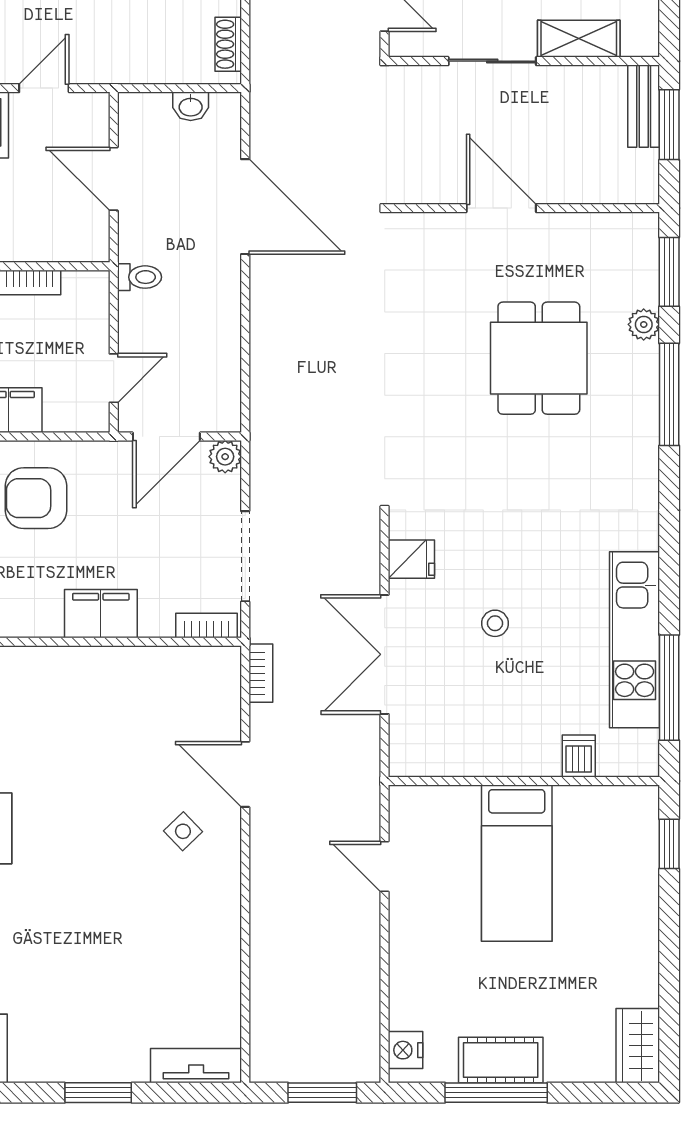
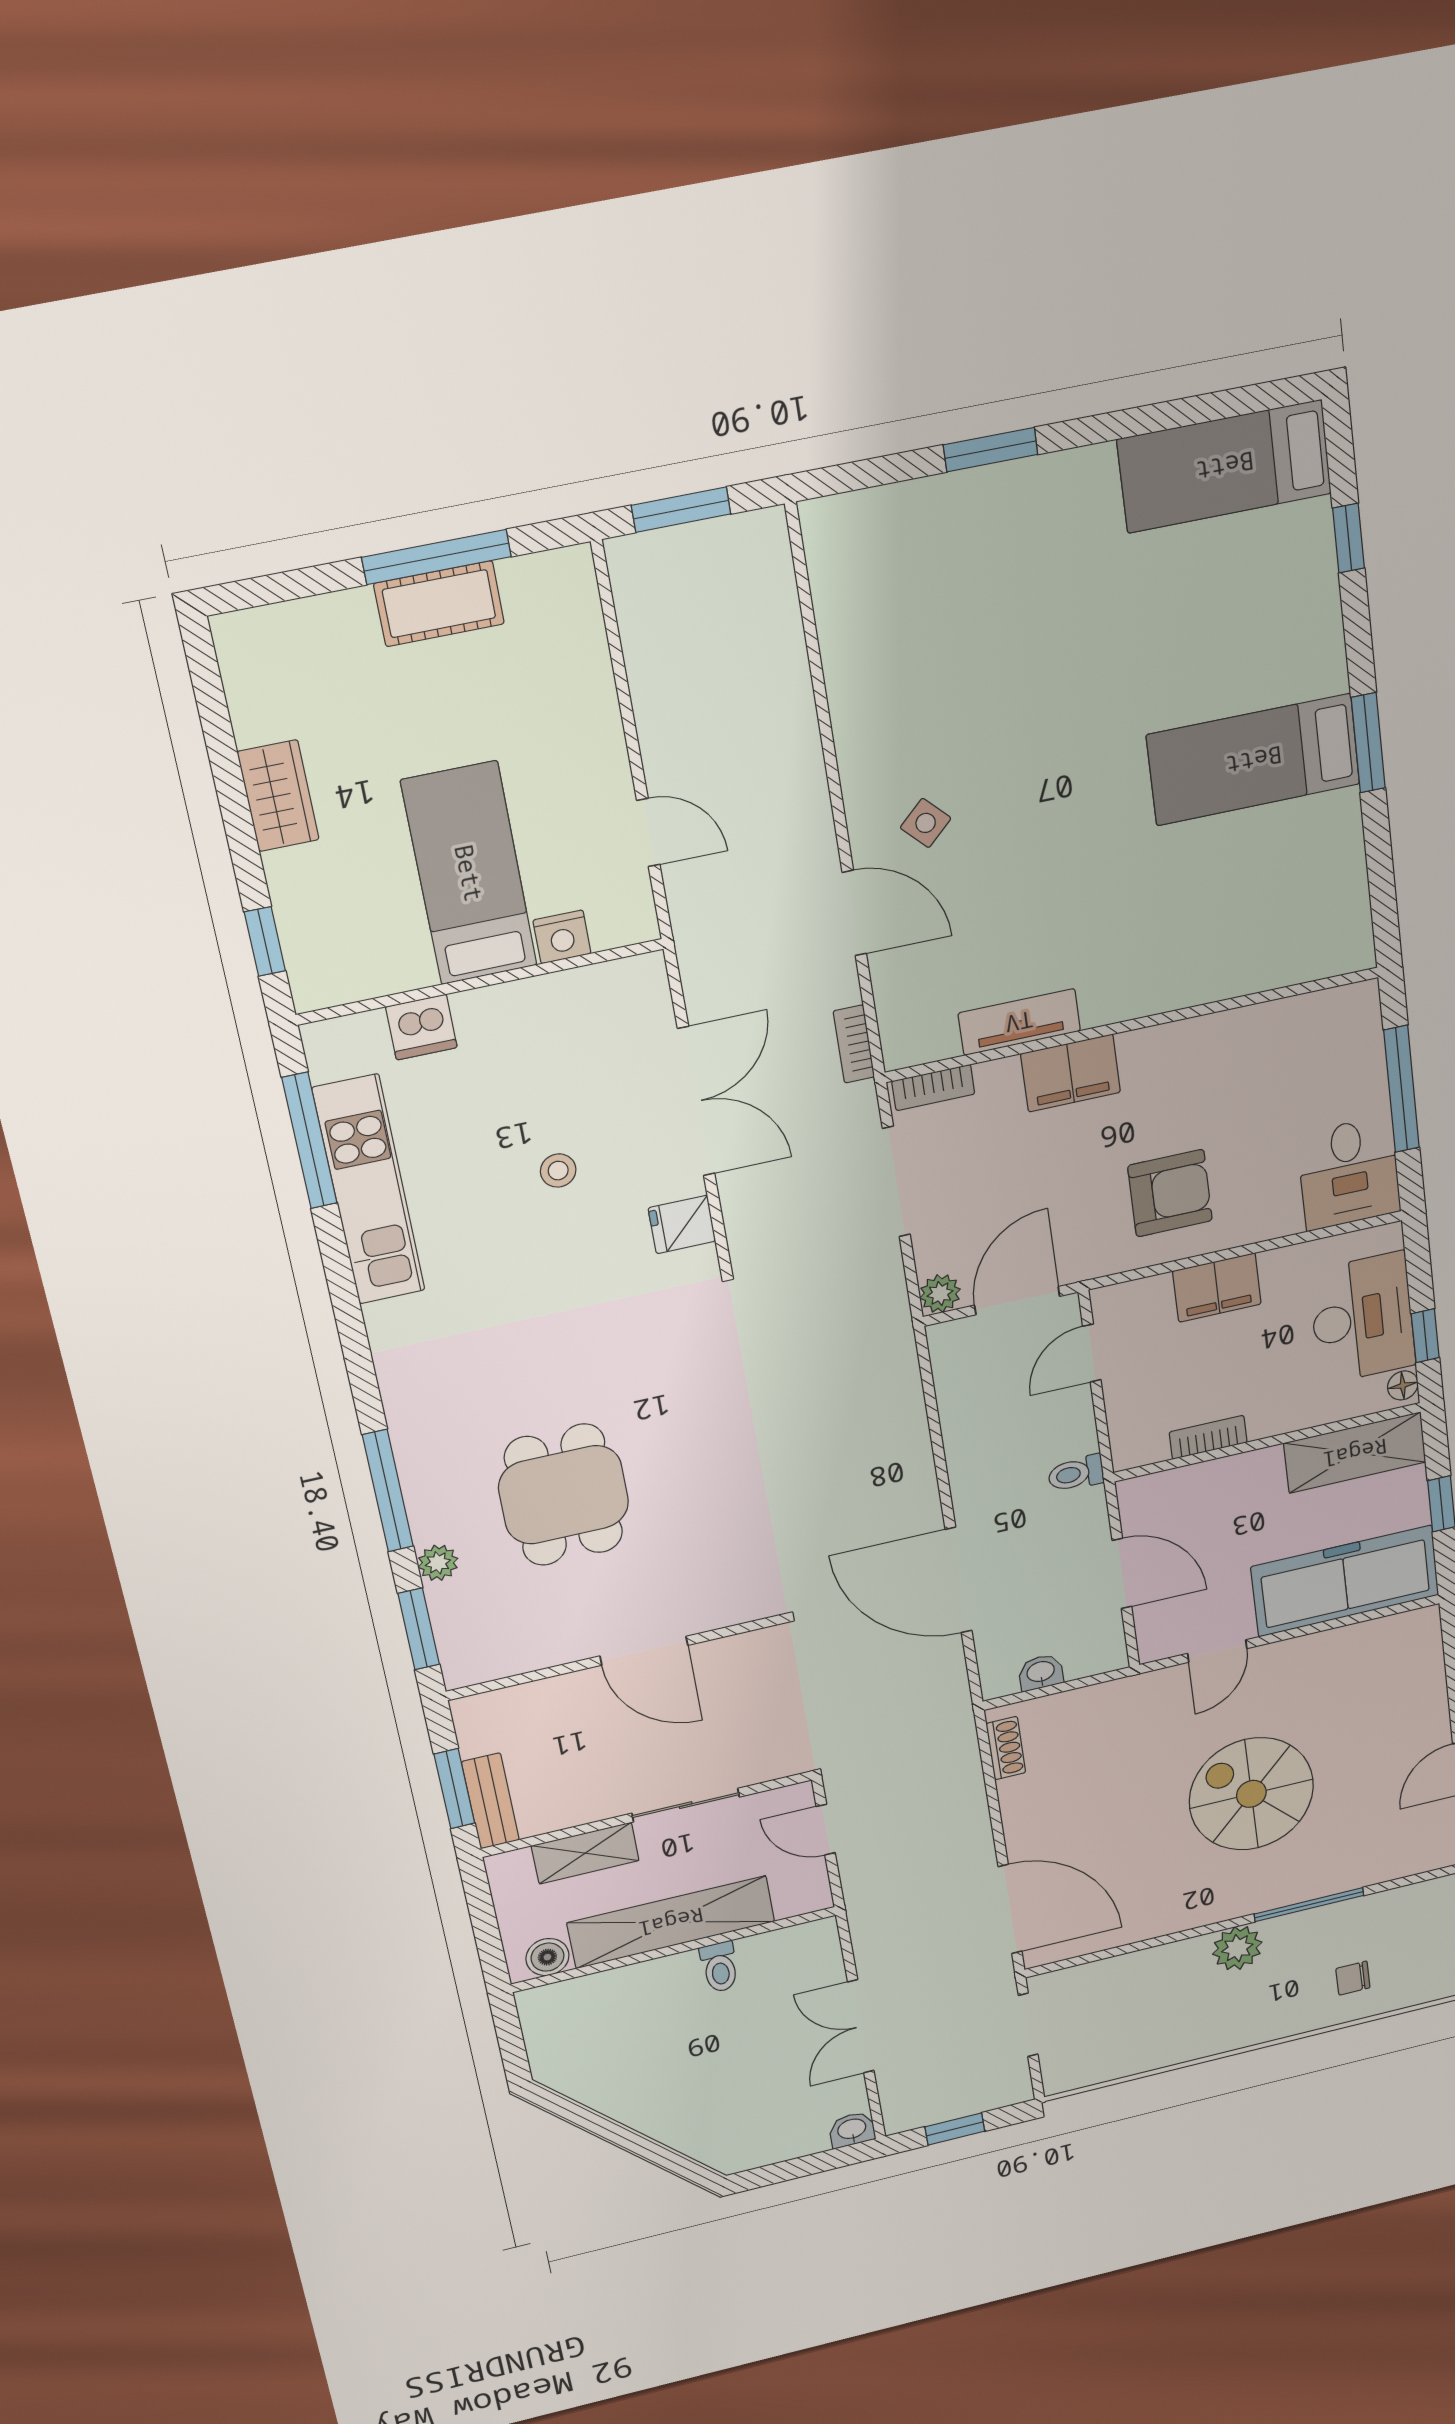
dishwasher: (579, 756) -> (421, 1027), width x1.38
wardrobe: (638, 1046) -> (278, 796), moved
nightstand: (406, 1050) -> (562, 937), moved, turned 90
tv unit: (196, 1066) -> (1019, 1022), moved, turned 180

